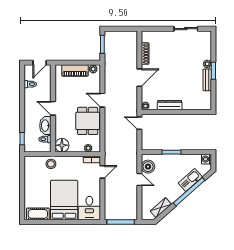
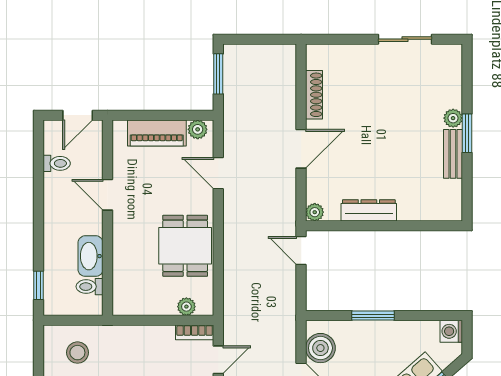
door: (102, 100) -> (218, 173), moved
door: (53, 108) -> (108, 195), moved
floor lamp: (62, 145) -> (128, 300), removed
stool: (51, 164) -> (77, 353), moved

